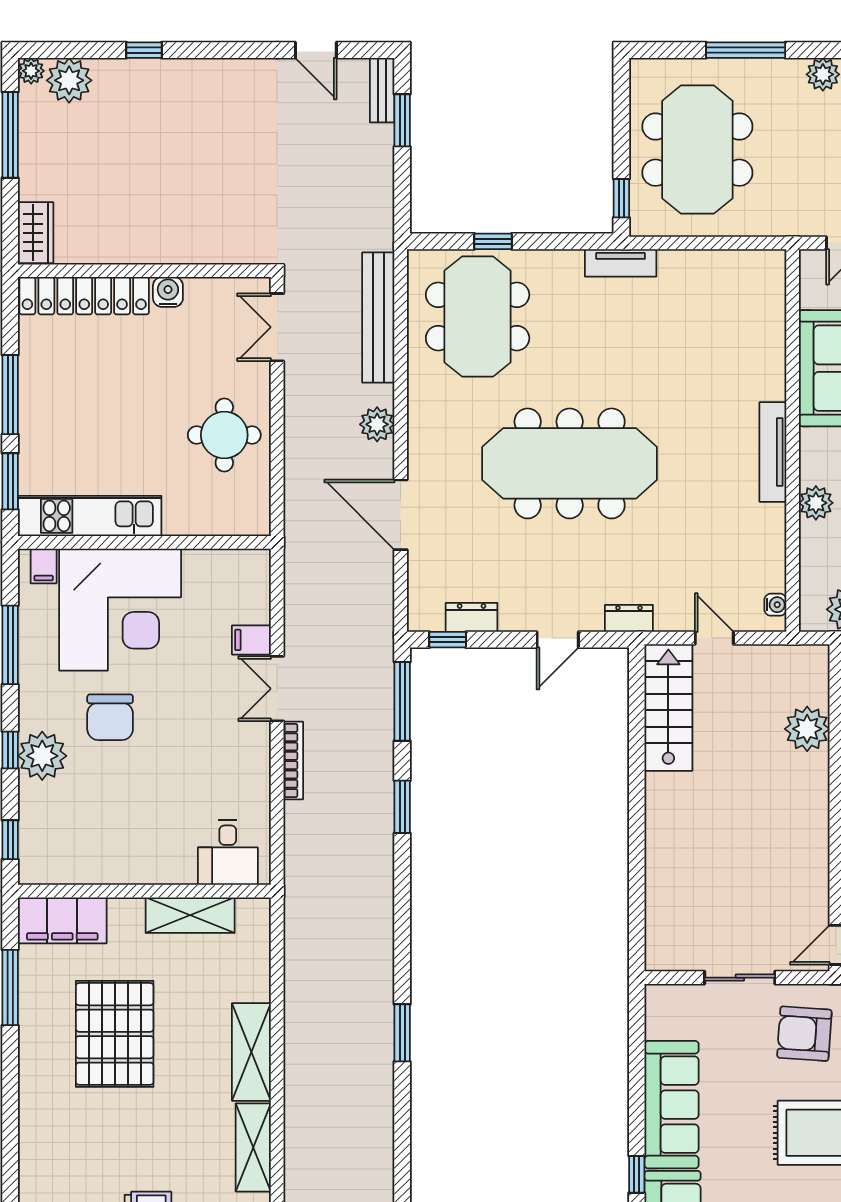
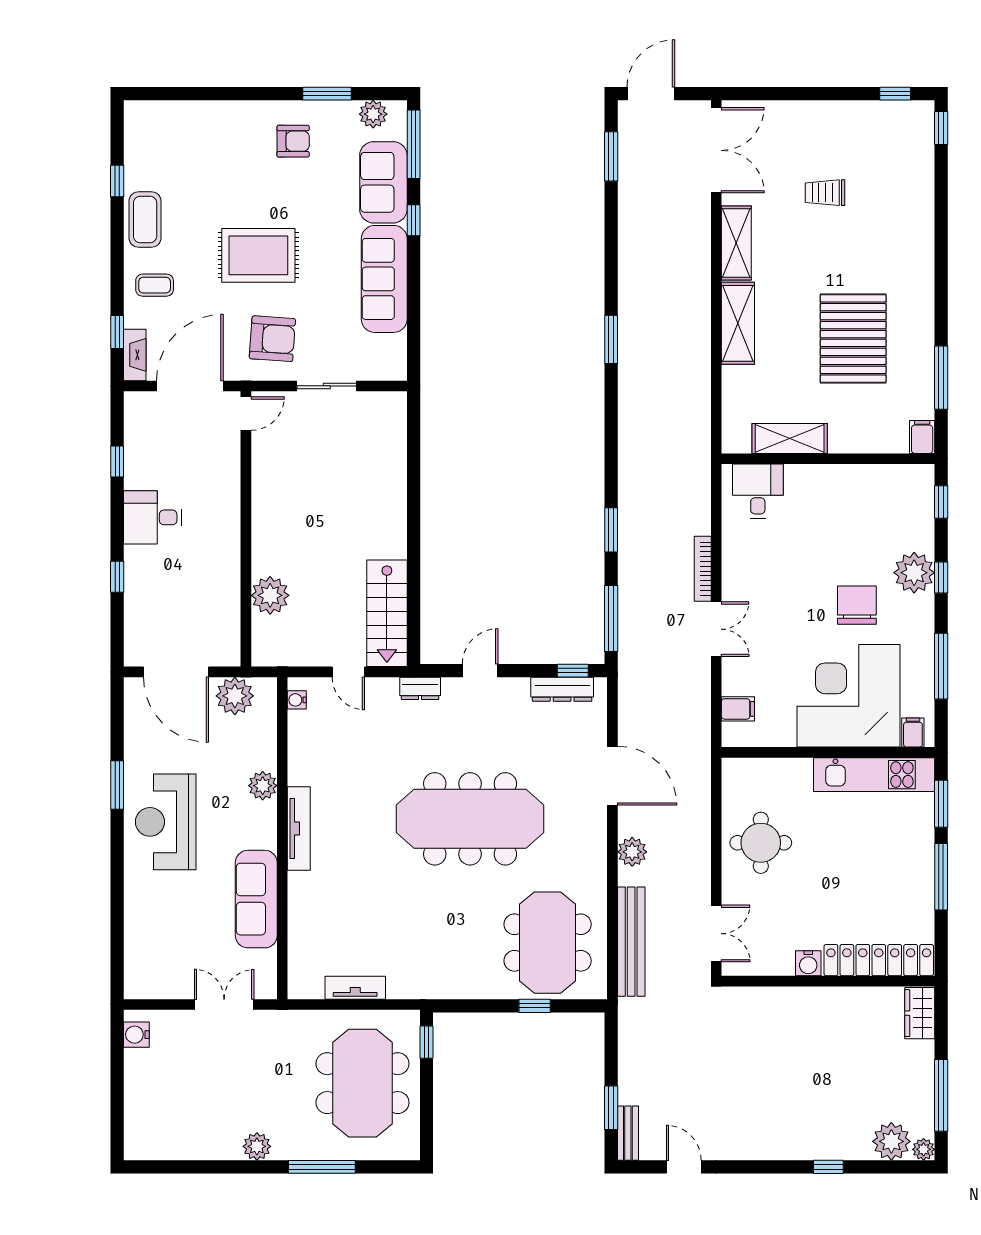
tv unit: (621, 263) -> (355, 988), moved
dresser: (472, 617) -> (562, 689), width x1.44
filing cabinet: (251, 640) -> (738, 709), moved
filing cabinet: (62, 920) -> (922, 437), width x0.33, depth x0.86

